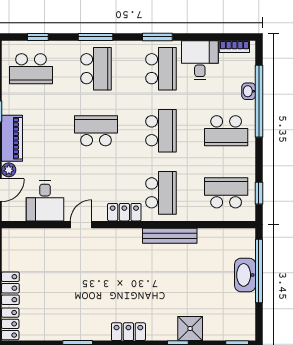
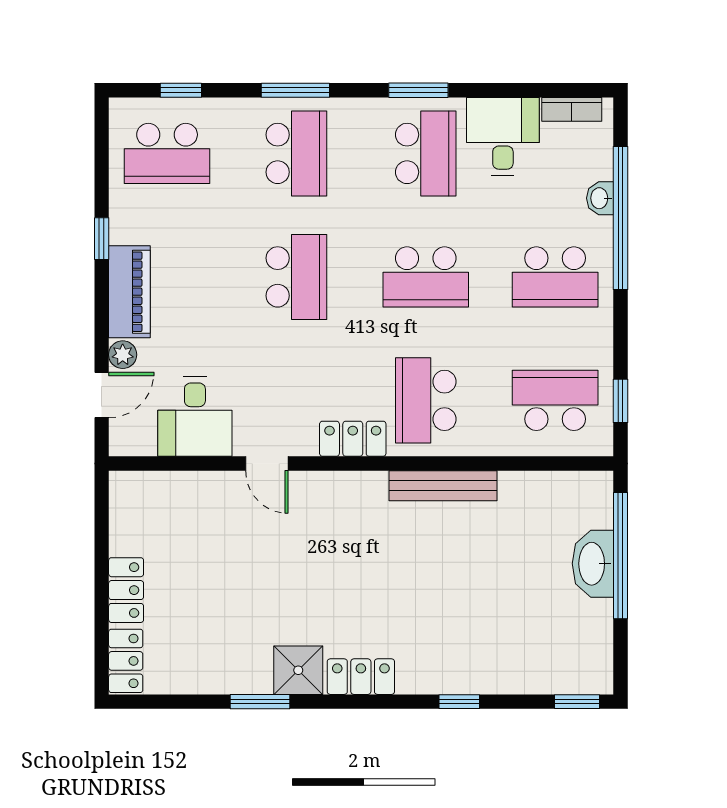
school desk: (96, 131) -> (296, 277), turned 90
school desk: (161, 131) -> (426, 277), turned 90
school desk: (161, 193) -> (426, 400), turned 180
door: (81, 225) -> (267, 463), swing flipped
shower: (190, 329) -> (298, 670), moved

